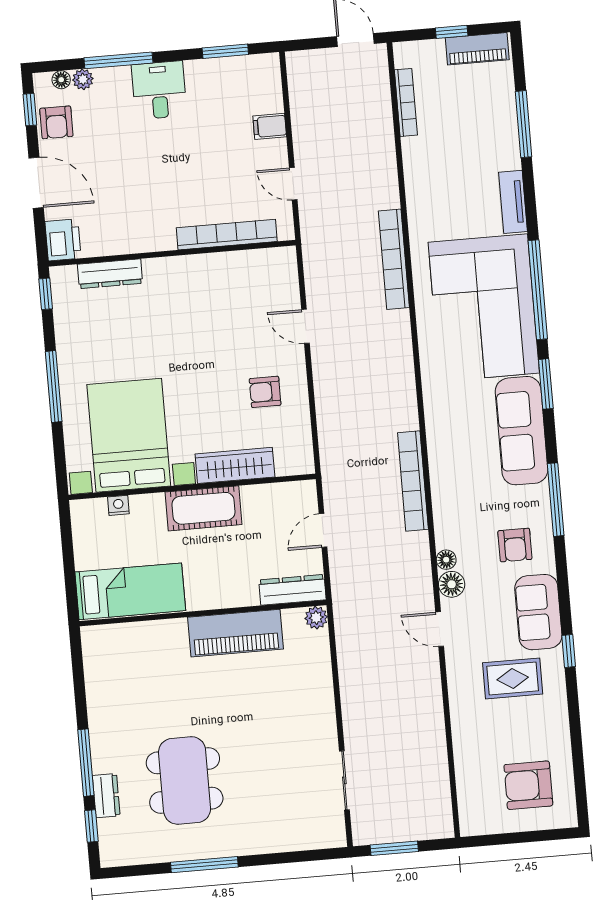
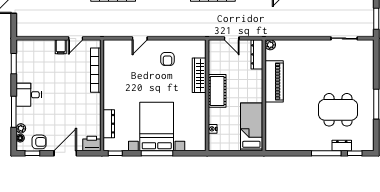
filing cabinet: (270, 126) -> (61, 47), moved
bed with nightstands: (129, 435) -> (157, 127), moved, turned 90

